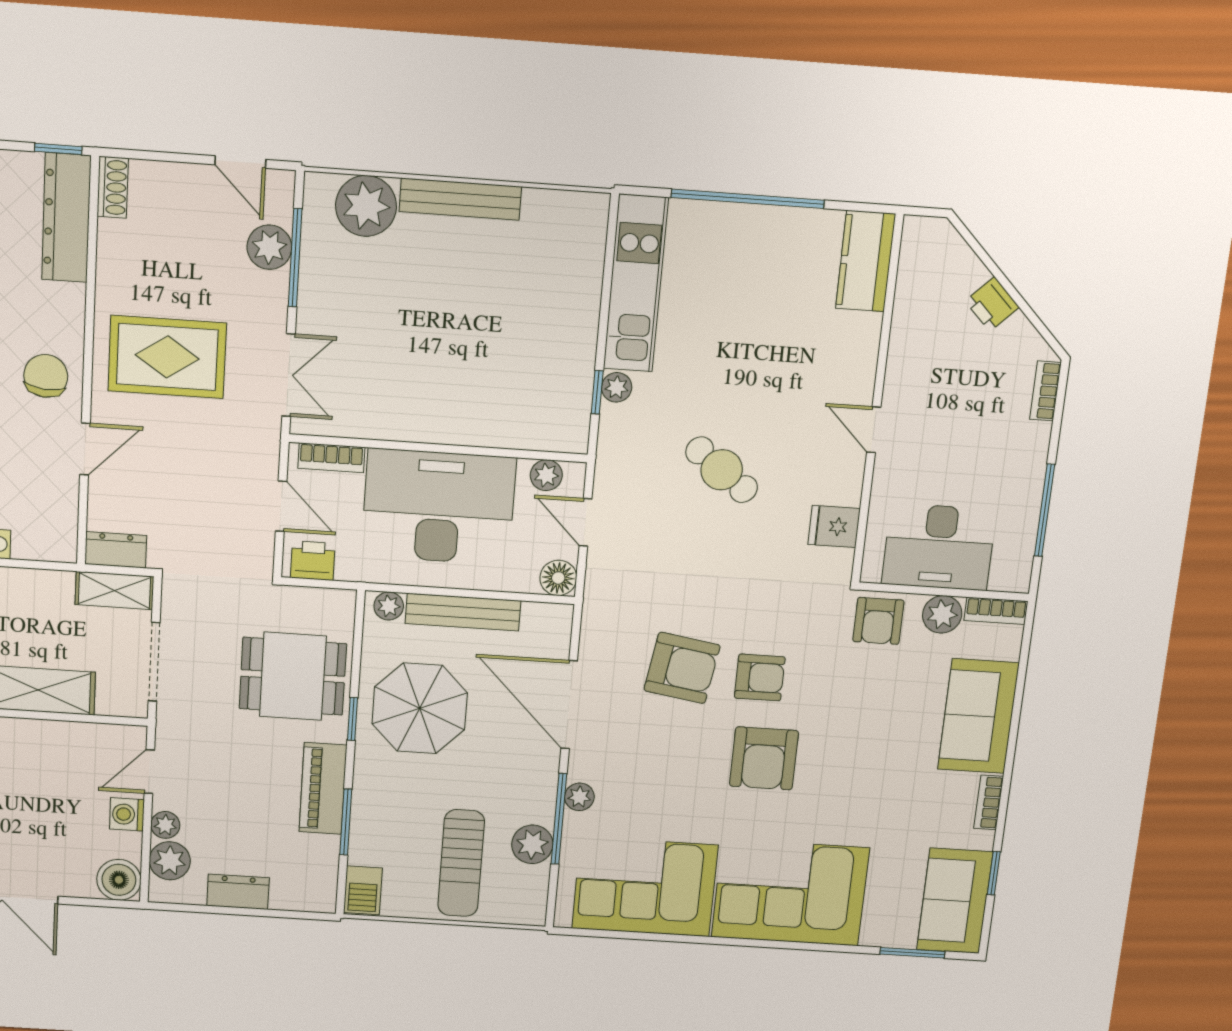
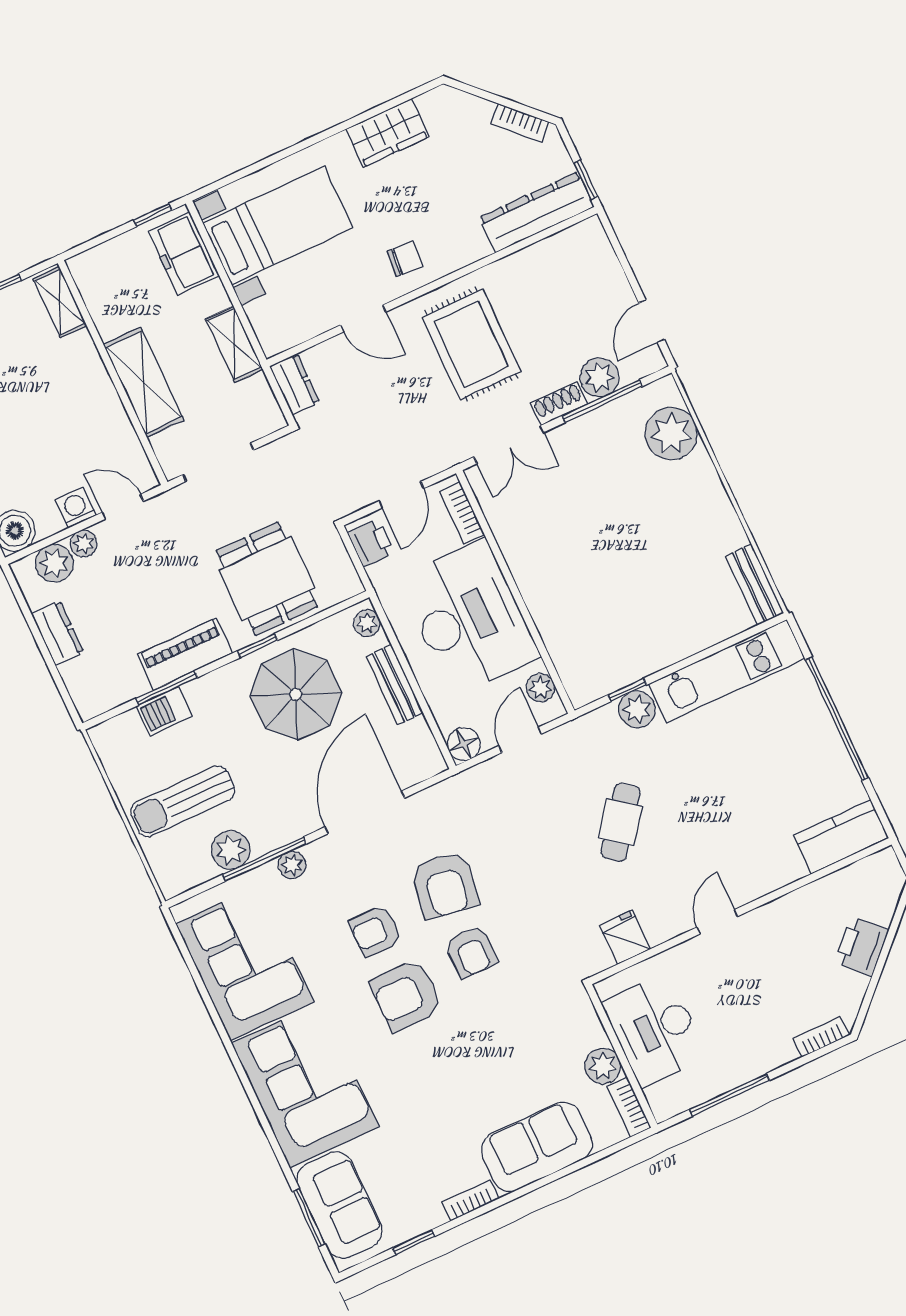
shoe rack: (113, 187) -> (559, 404), moved, turned 180
bench: (460, 199) -> (755, 585), moved, width x0.73
printer: (992, 304) -> (861, 946), width x1.36, depth x1.24
chair: (46, 376) -> (405, 259), width x0.73, depth x0.73
plant: (617, 387) -> (637, 709), width x1.38, depth x1.38
shelving: (114, 591) -> (234, 344), moved
bench: (463, 612) -> (394, 685), width x0.73
armchair: (878, 621) -> (375, 931), moved
barbecue: (363, 890) -> (165, 711), moved
sofa: (955, 901) -> (339, 1205), moved, turned 90

